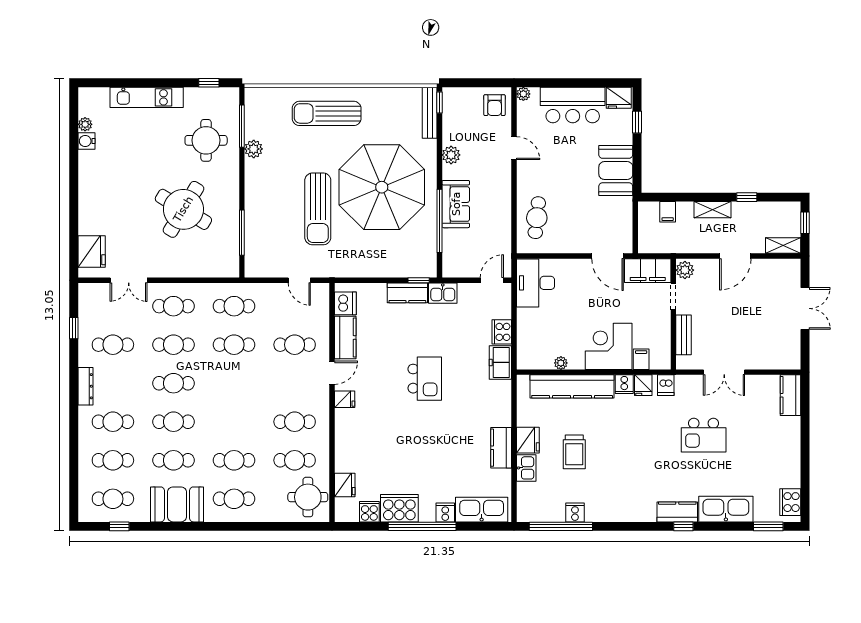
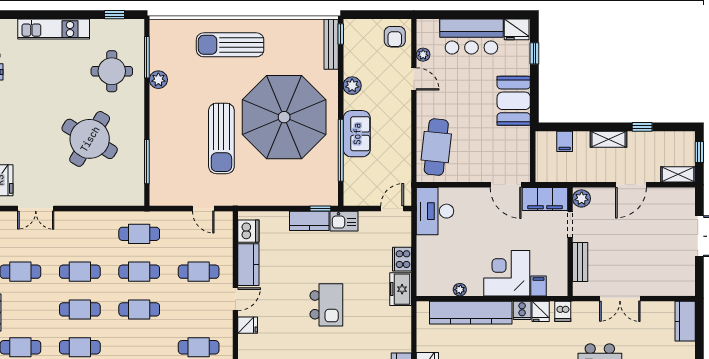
plant: (523, 94) -> (423, 55), moved
cafe table: (537, 218) -> (436, 147), width x1.37, depth x1.35
cafe table: (173, 306) -> (139, 309), moved

